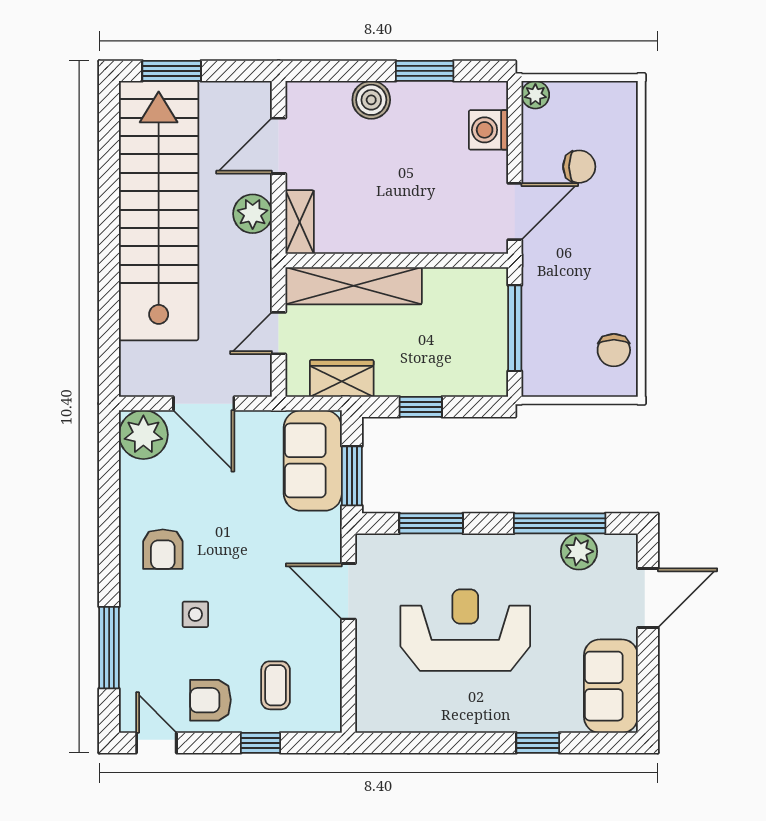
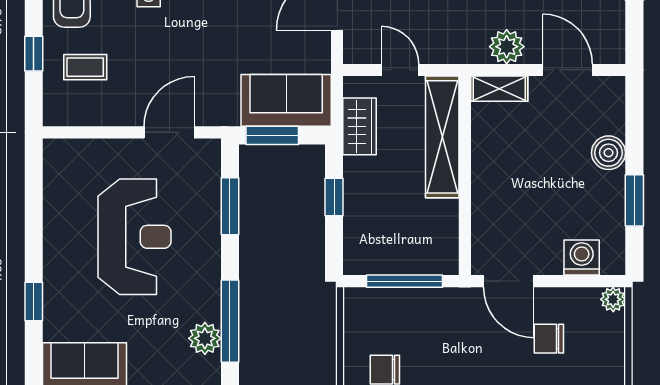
chair: (579, 167) -> (549, 339), turned 90

